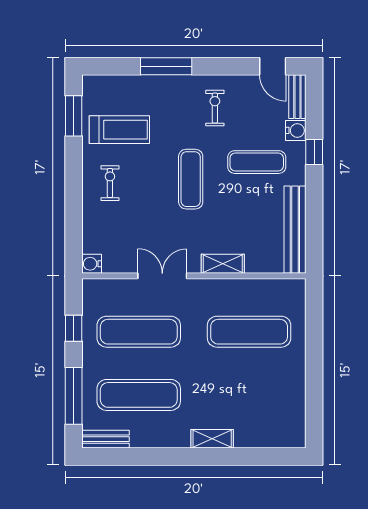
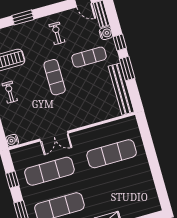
window: (166, 66) -> (23, 17), width x0.69
window: (314, 199) -> (127, 69), added
shelving: (223, 264) -> (86, 120), removed
double door: (162, 276) -> (54, 136), swing flipped

